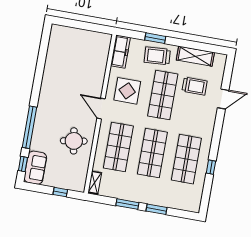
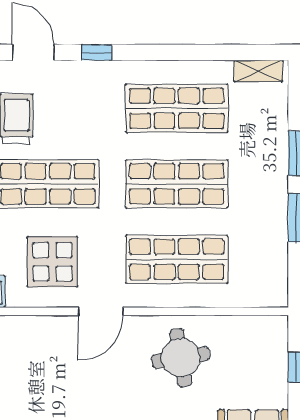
window: (211, 167) -> (97, 52), moved
shelving: (95, 183) -> (258, 71), moved

